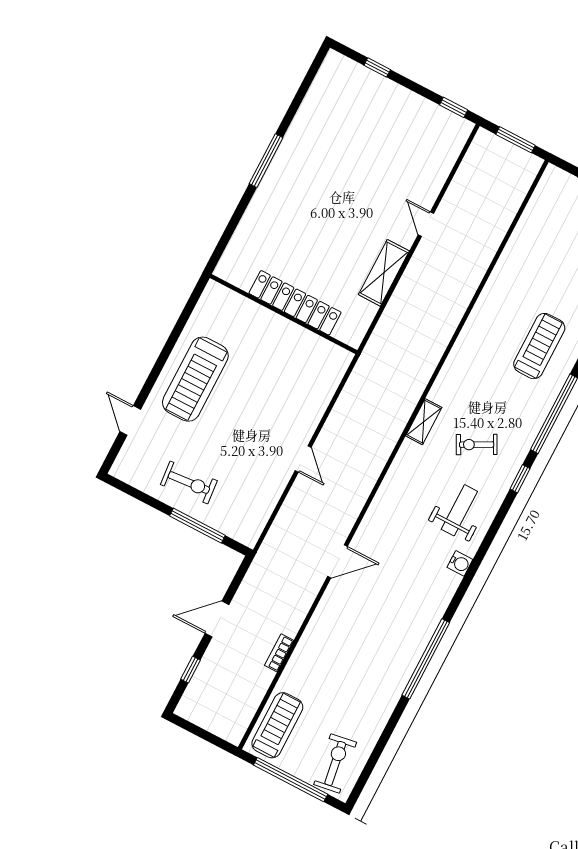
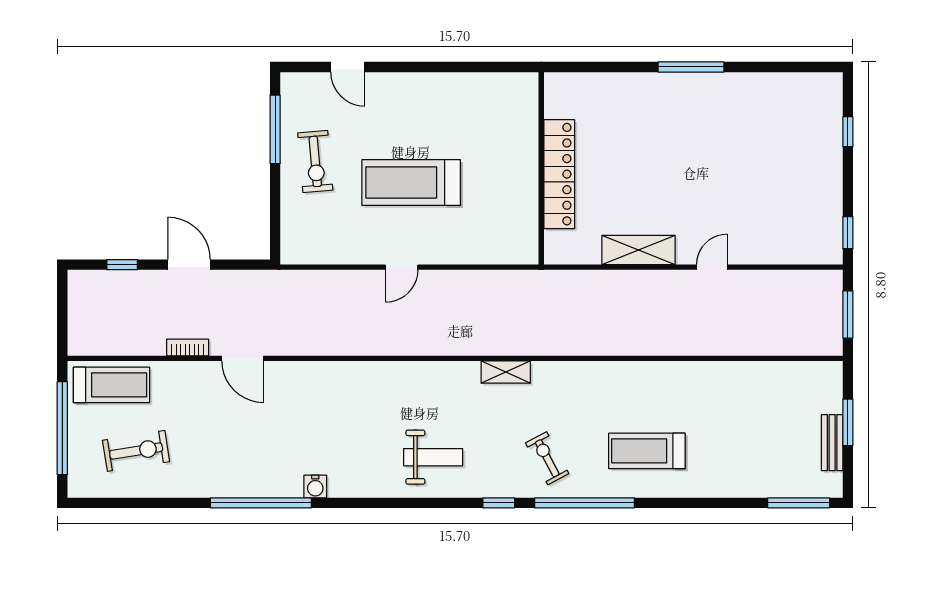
treadmill: (539, 346) -> (647, 451), turned 180
treadmill: (195, 379) -> (411, 183), moved
door: (130, 420) -> (348, 67), swing flipped
exercise bike: (477, 445) -> (547, 458), moved
window: (197, 526) -> (275, 129), moved
door: (338, 561) -> (243, 358), moved
water cooler: (460, 563) -> (315, 486), moved
exercise bike: (335, 763) -> (136, 451), moved

